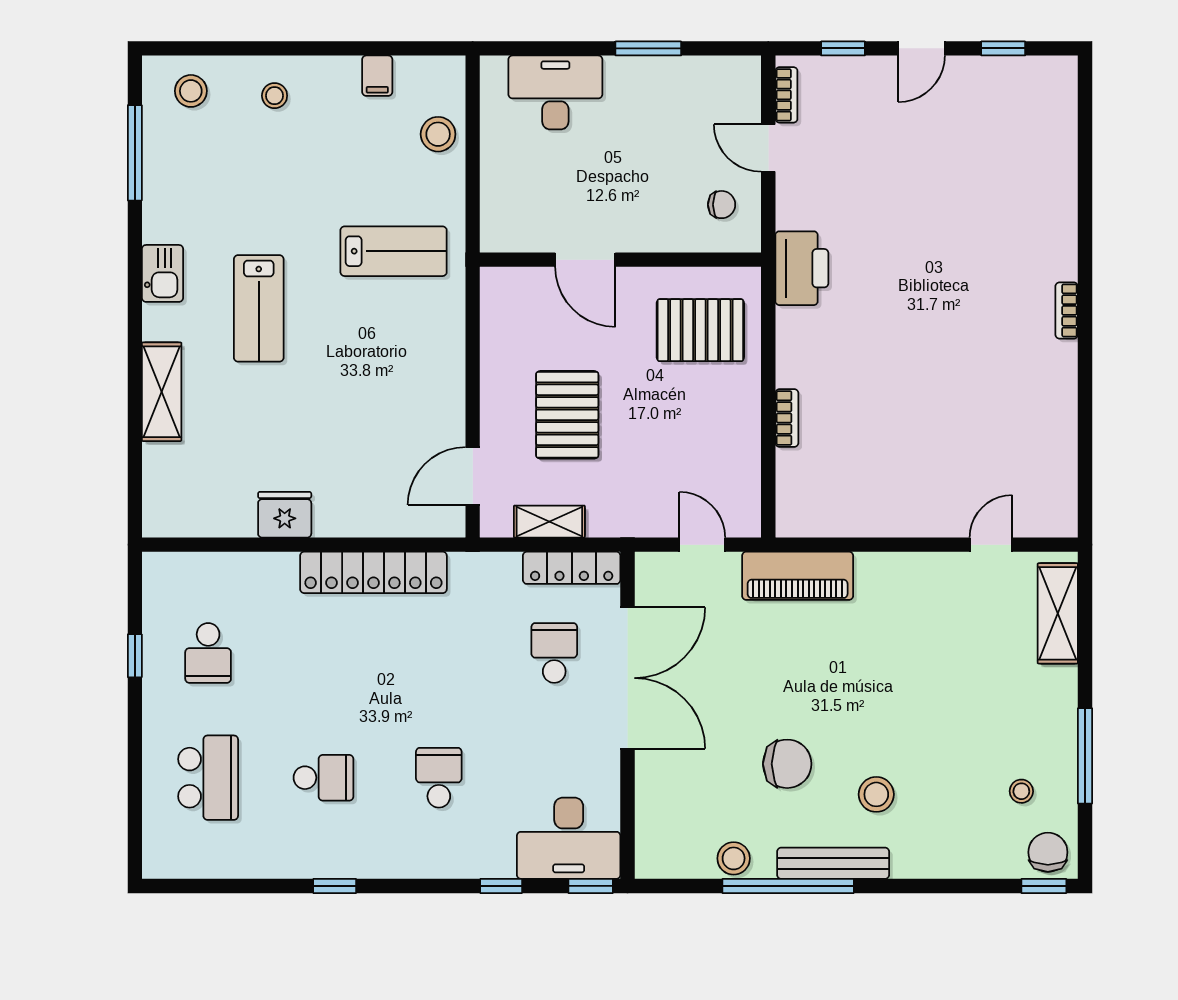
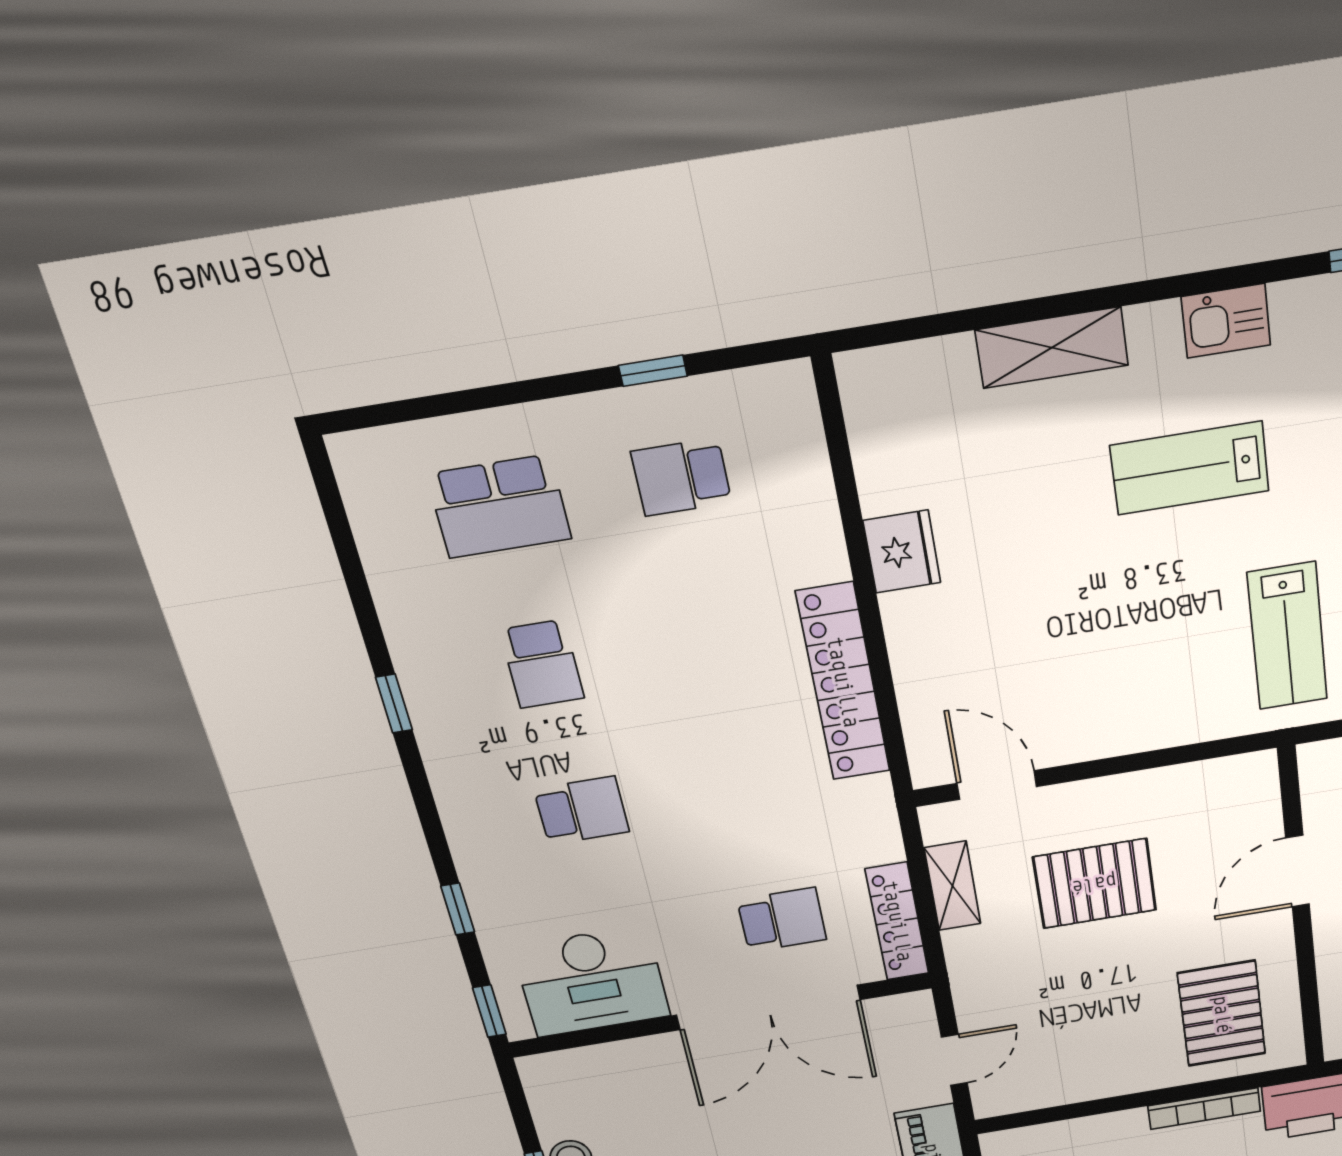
bookcase: (787, 418) -> (1204, 1109), moved, width x1.56
desk: (569, 838) -> (592, 981), moved, turned -90

